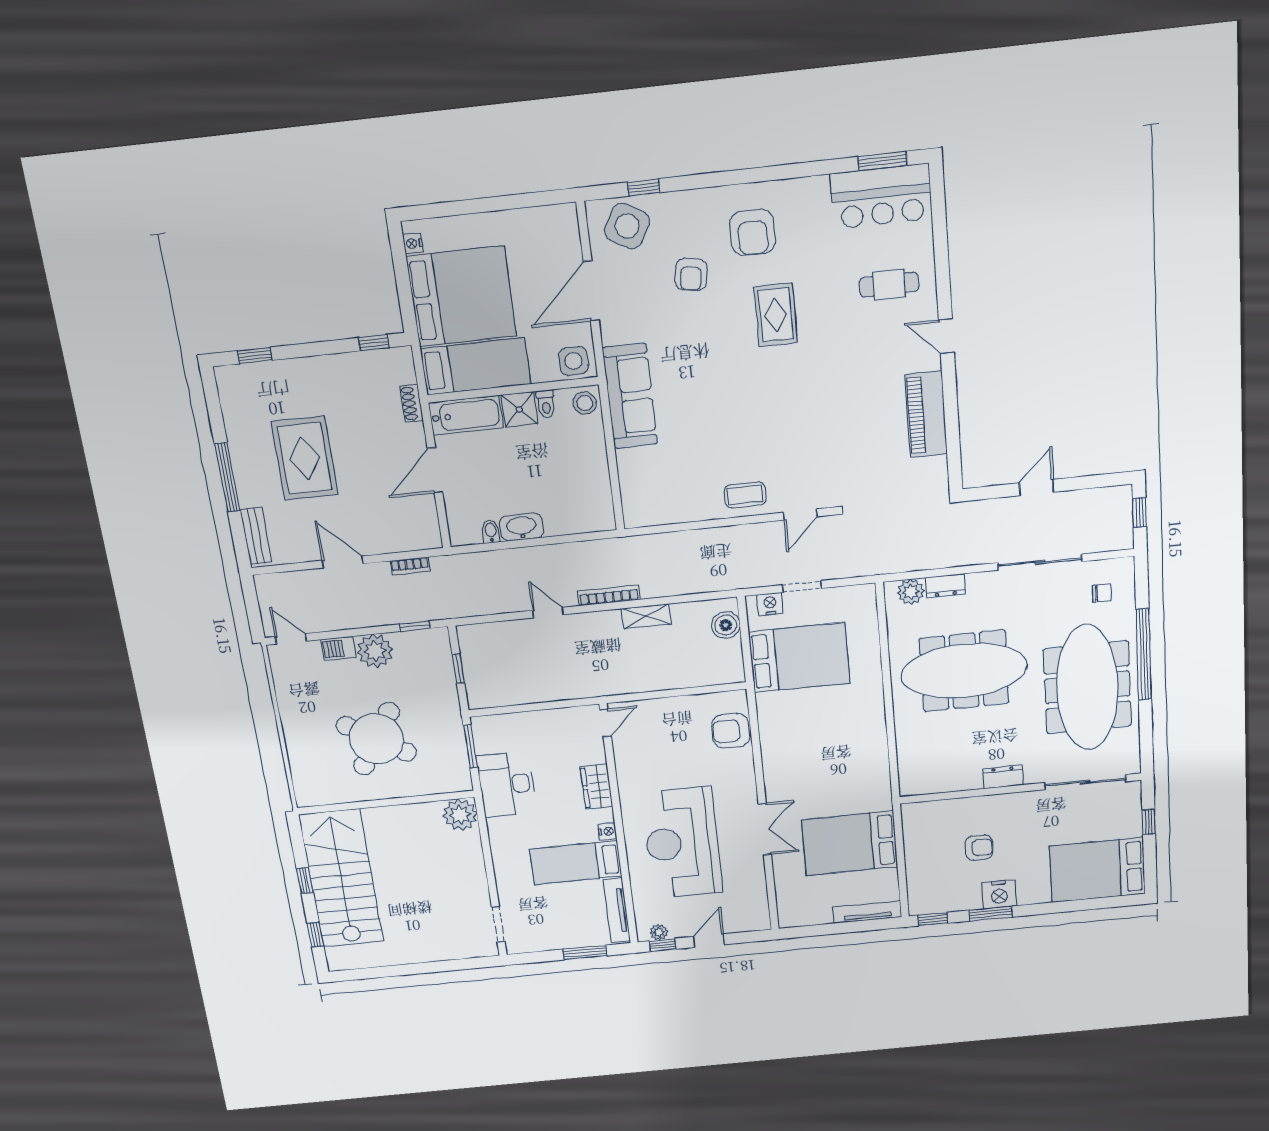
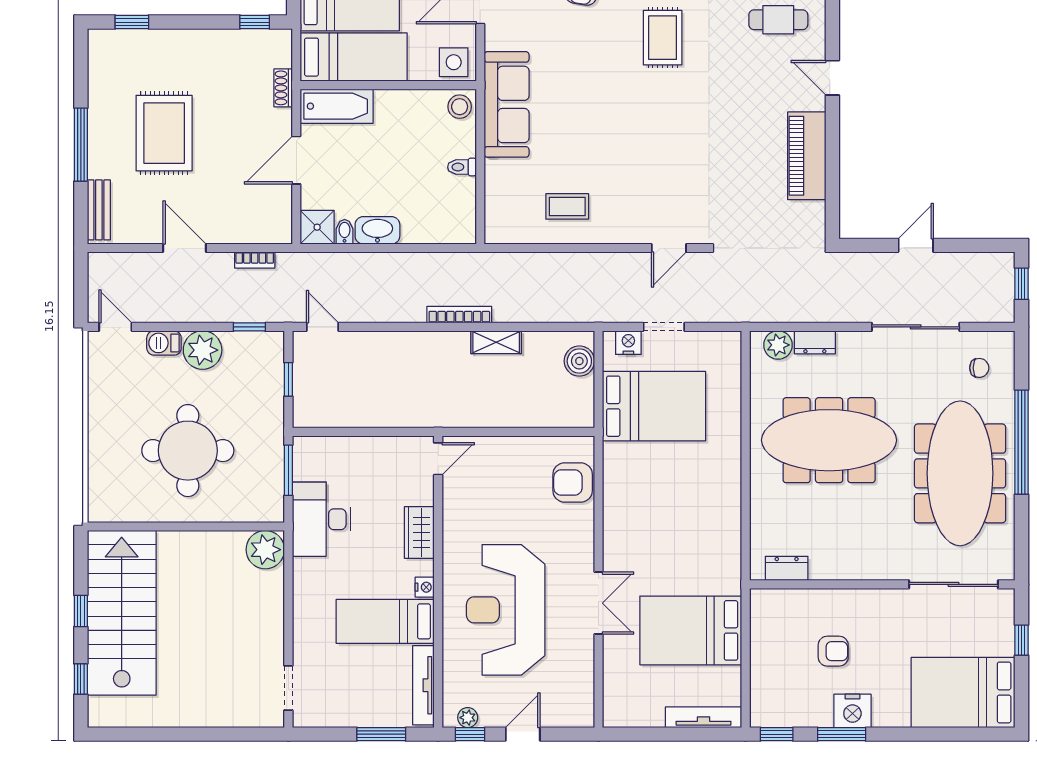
toilet: (546, 404) -> (462, 167), moved, turned 90
shower: (519, 409) -> (317, 227), moved
coffee table: (745, 495) -> (567, 206), moved
door: (548, 613) -> (322, 327), moved
round table: (376, 739) -> (188, 451), turned -32
dresser: (1003, 777) -> (787, 568), moved

